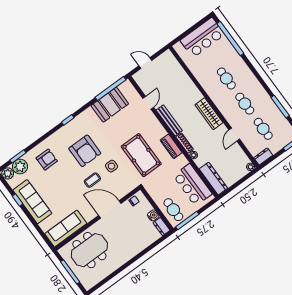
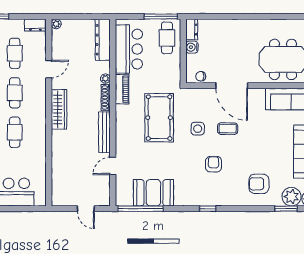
piano: (171, 146) -> (122, 89), moved
armchair: (85, 151) -> (214, 164), width x0.53, depth x0.53

